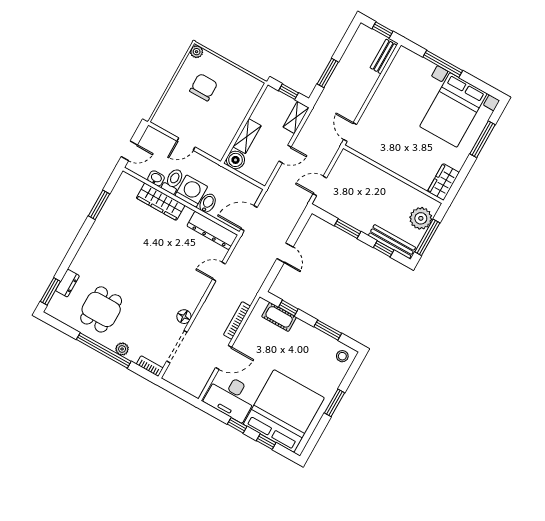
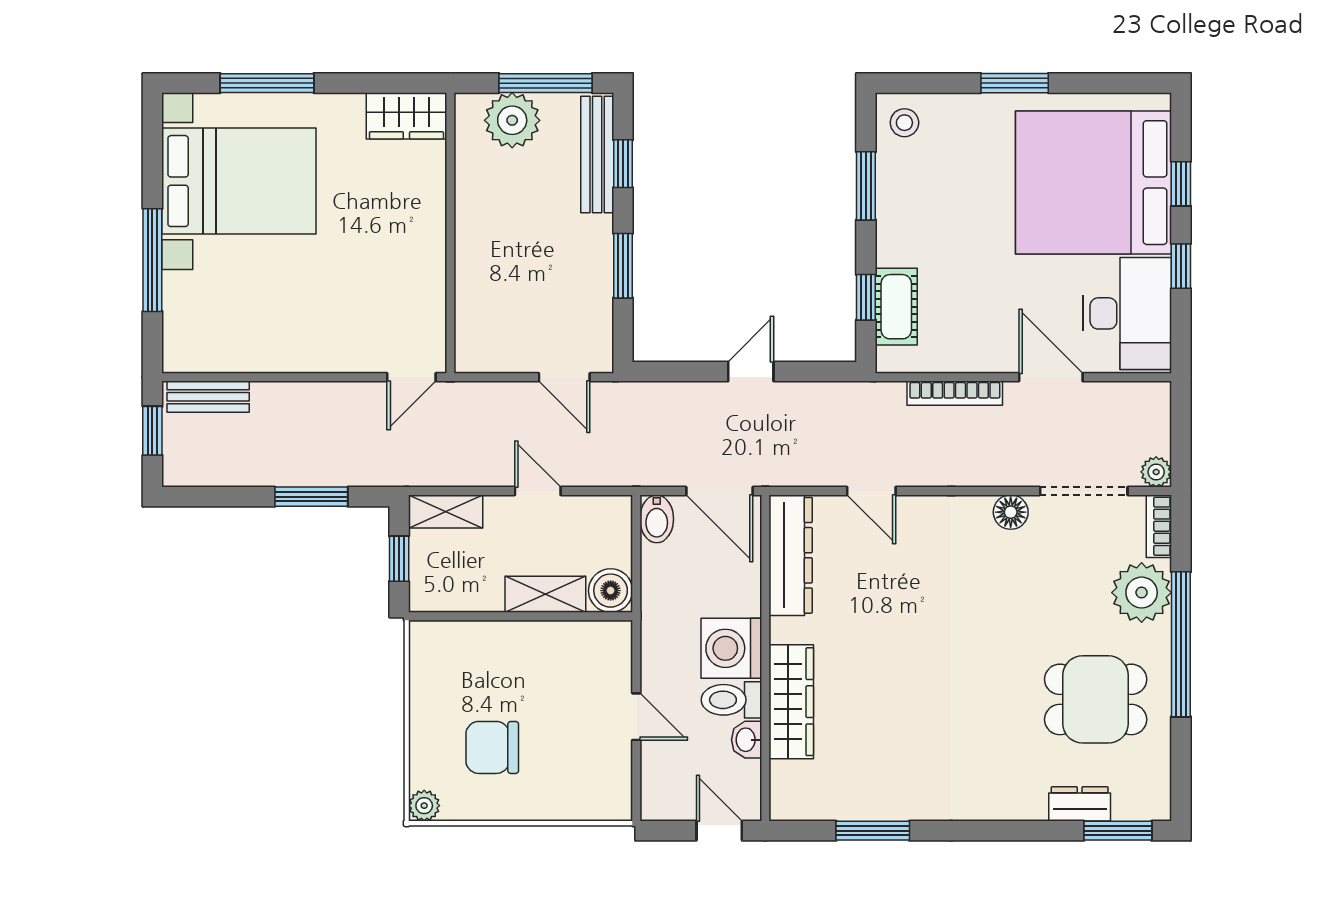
bidet: (208, 203) -> (657, 519), moved, turned -90
plant: (122, 349) -> (1142, 593), width x1.88, depth x1.88
plant: (169, 376) -> (1156, 472), added

